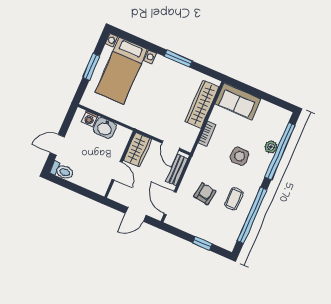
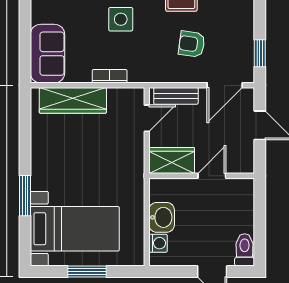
window: (178, 59) -> (25, 196), moved
window: (202, 243) -> (260, 53), moved

